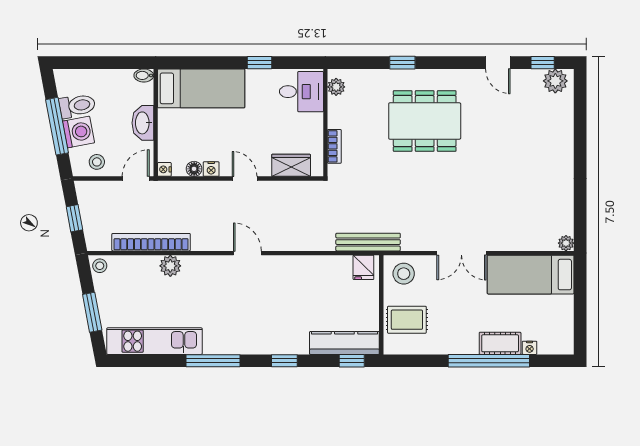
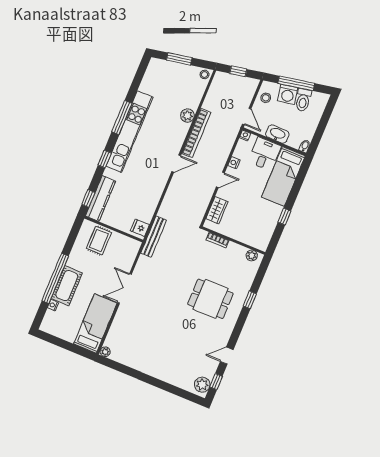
desk: (301, 92) -> (264, 154), moved, turned 180
dining table: (425, 121) -> (210, 299), width x0.73
floor lamp: (194, 169) -> (238, 153), removed
bookcase: (151, 242) -> (196, 133), moved
stool: (404, 274) -> (127, 250), removed
kitchen unit: (154, 341) -> (129, 132), moved, width x1.36
cot: (500, 343) -> (67, 286), width x1.37, depth x1.34

